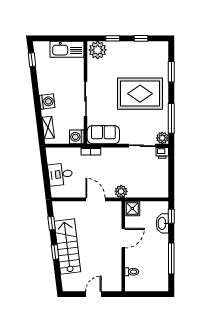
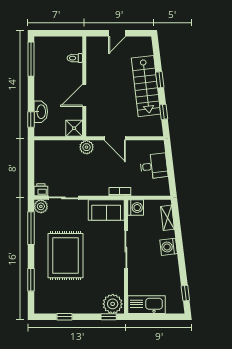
window: (113, 38) -> (109, 317), moved
rug: (140, 94) -> (66, 256), turned 90
window: (171, 258) -> (31, 59), moved

